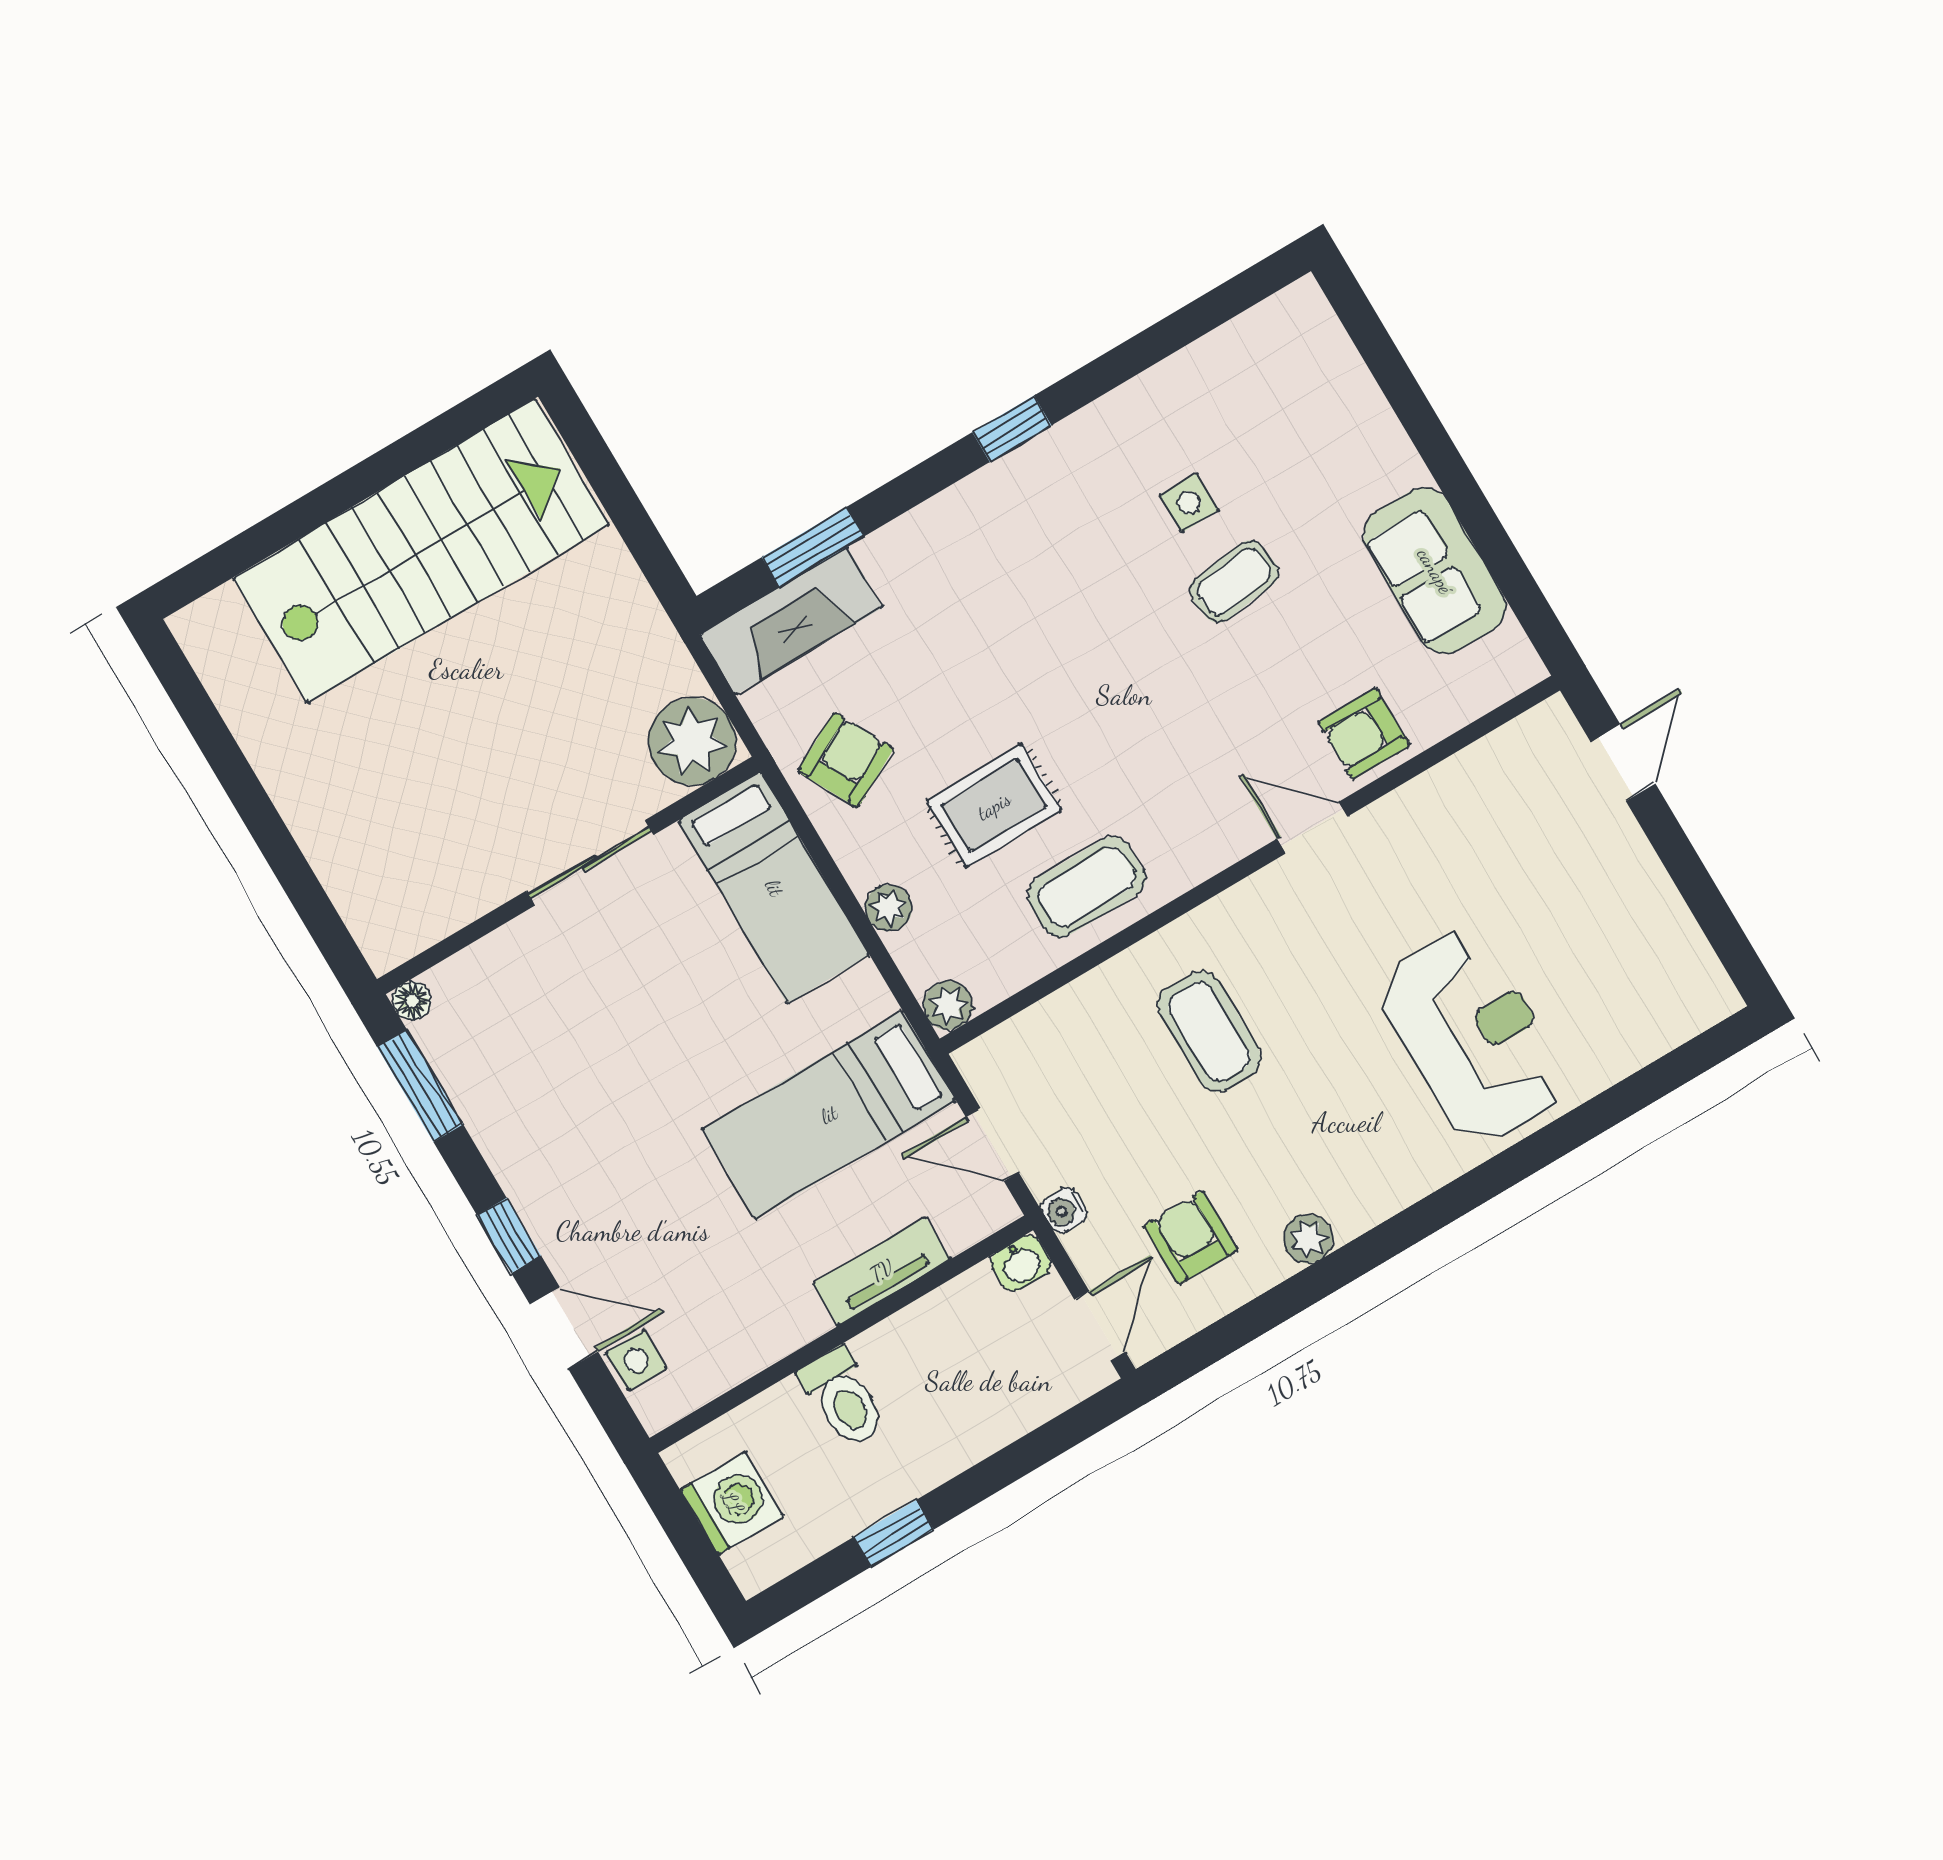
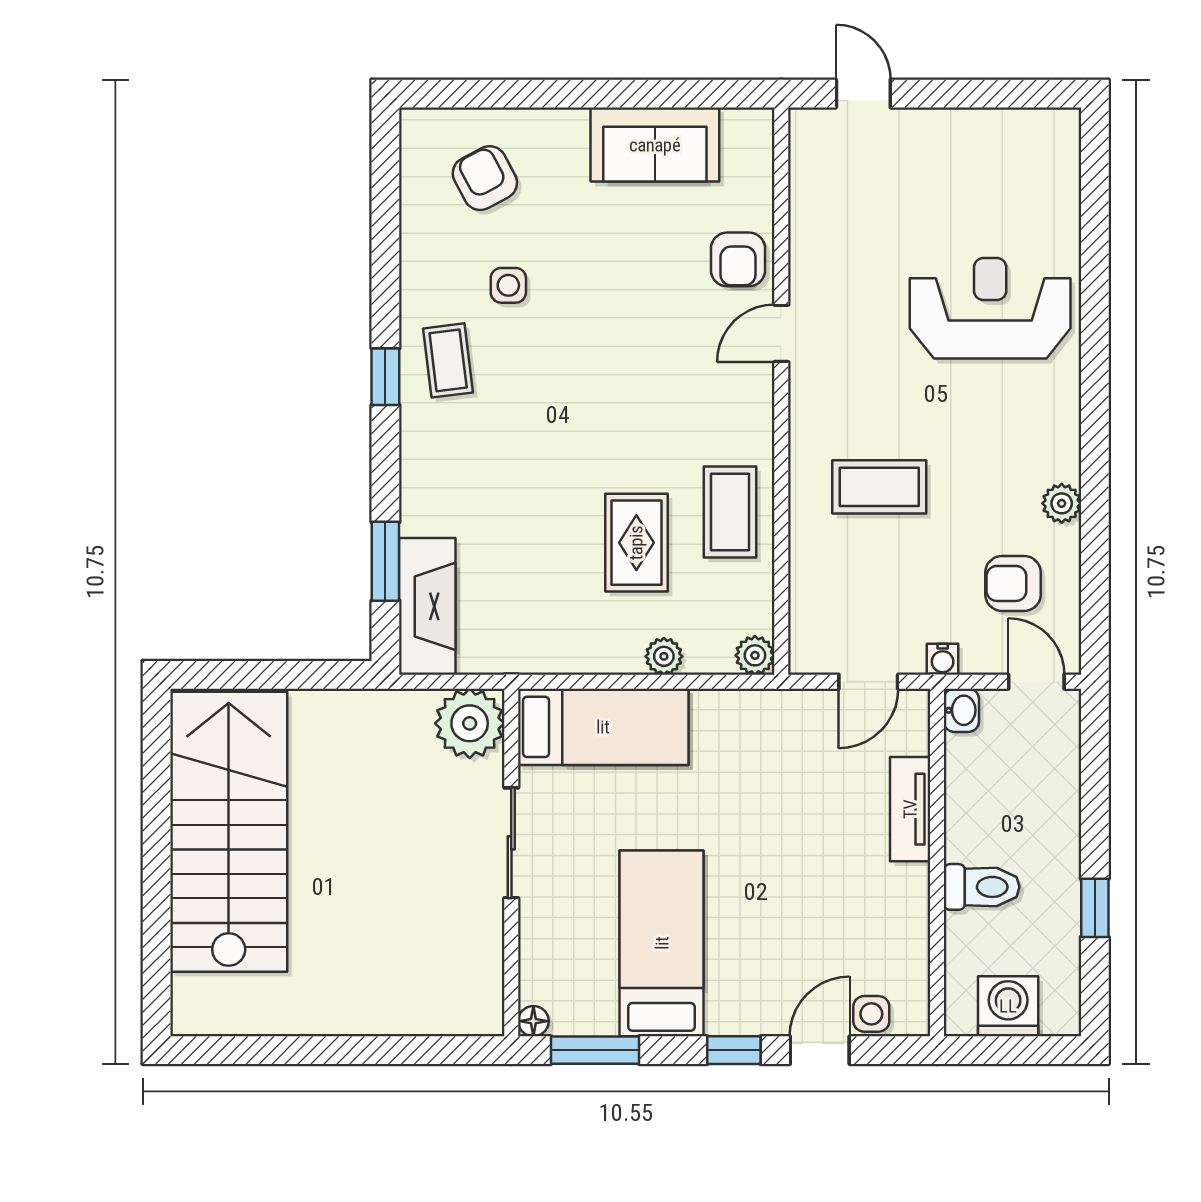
coffee table: (1234, 582) -> (448, 360), moved
armchair: (846, 760) -> (485, 178), moved
bed: (829, 1115) -> (662, 943), moved, turned 180

